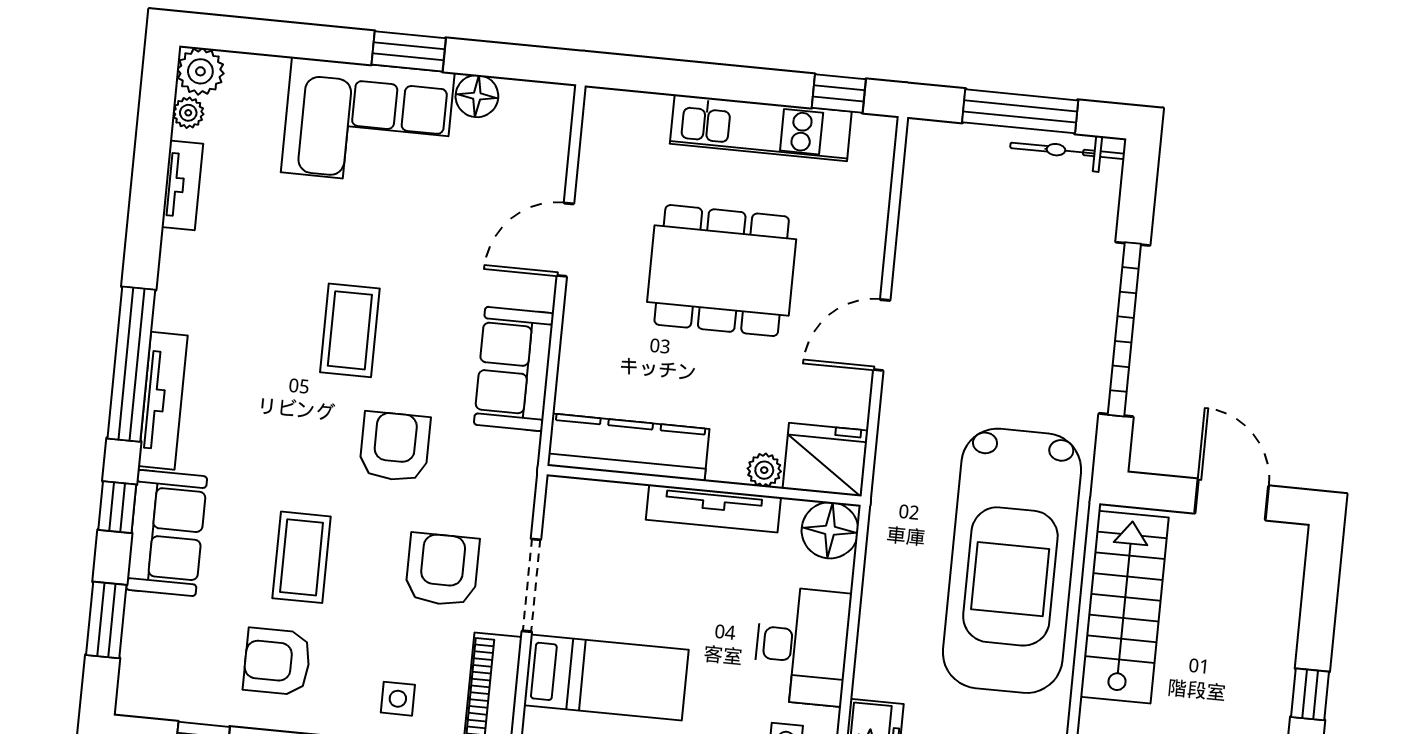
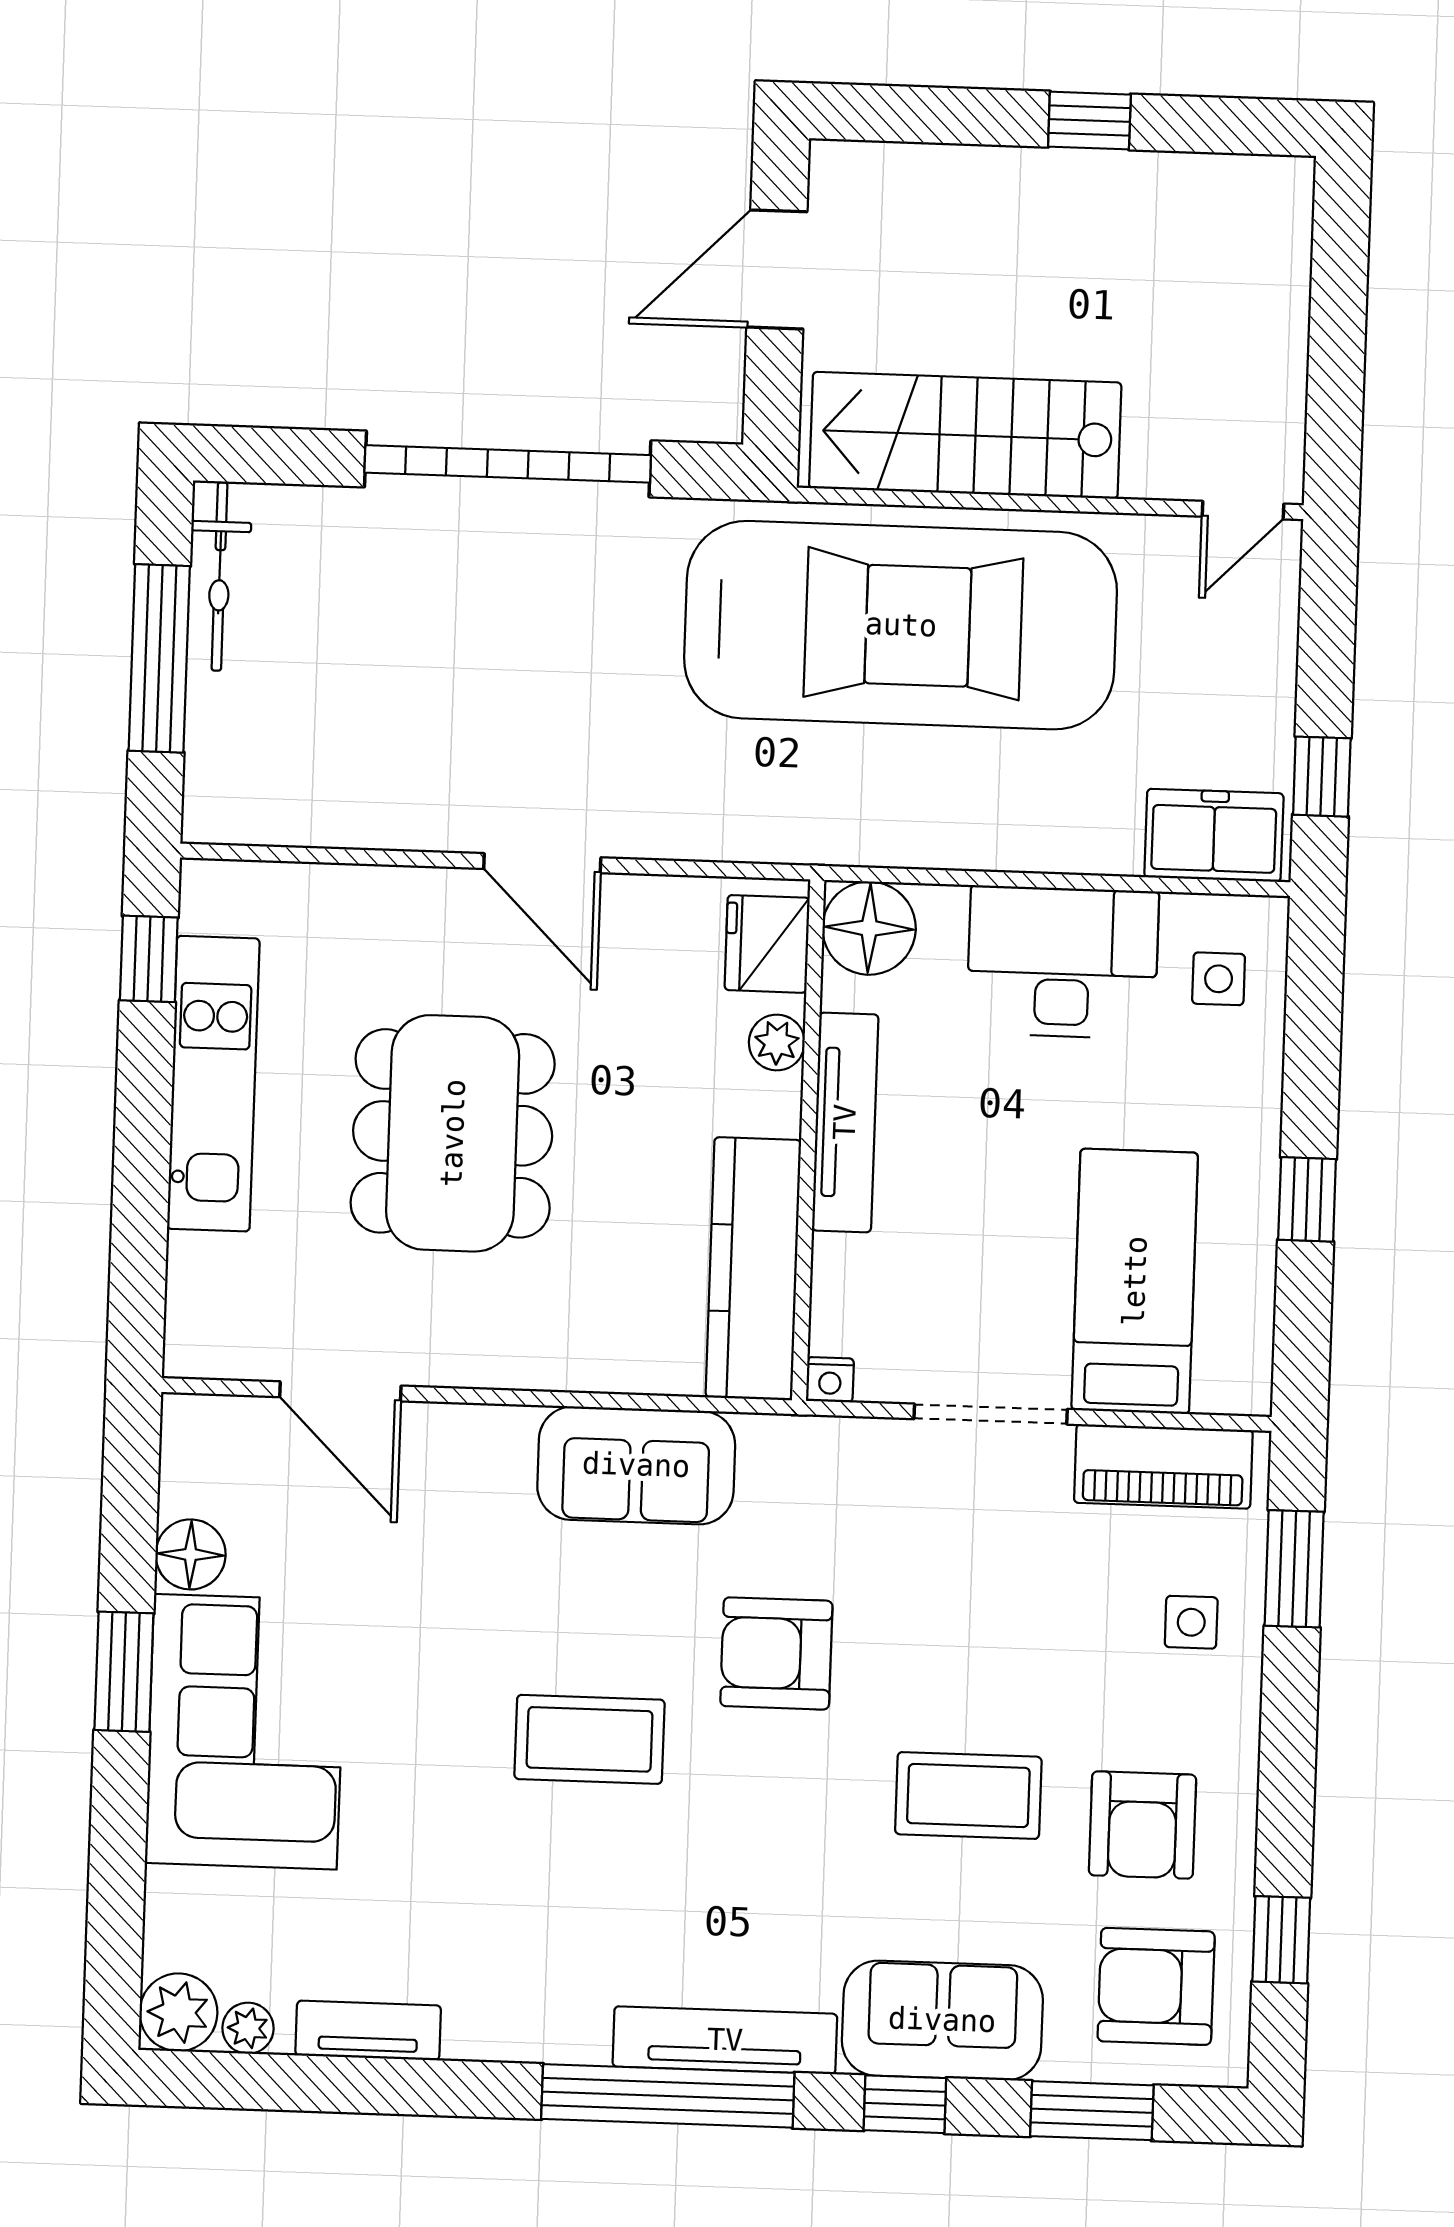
door: (565, 240) -> (340, 1391), moved
fridge: (825, 460) -> (767, 944), width x0.73, depth x0.75
nightstand: (558, 489) -> (830, 1380), added
armchair: (442, 570) -> (1156, 1986), moved

